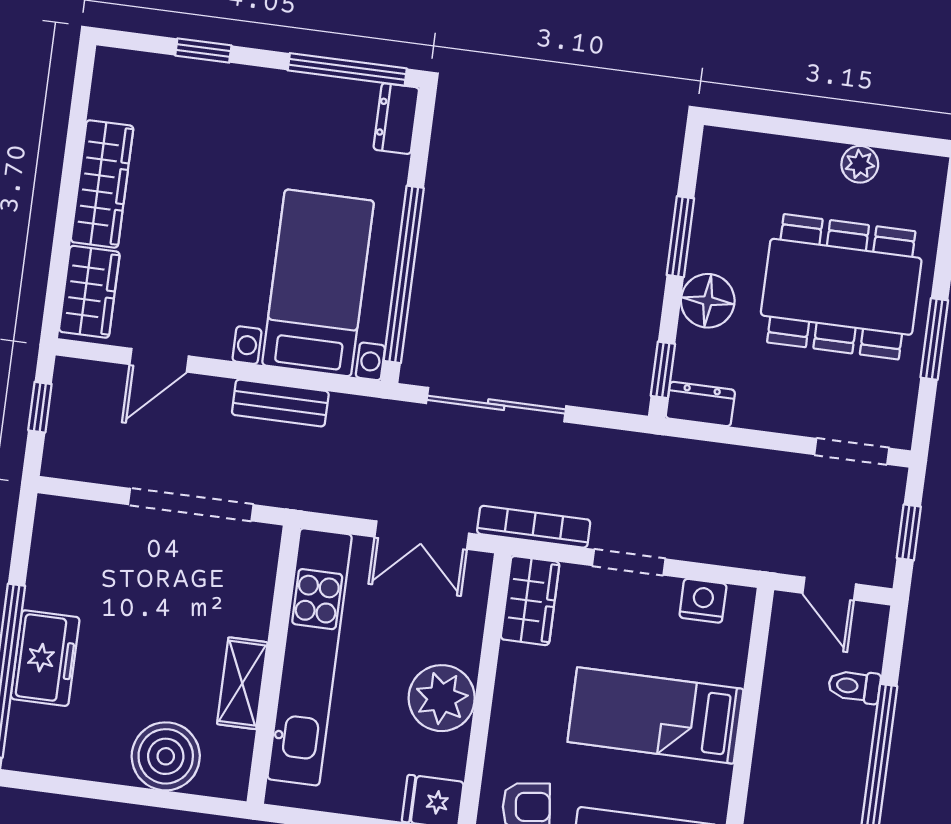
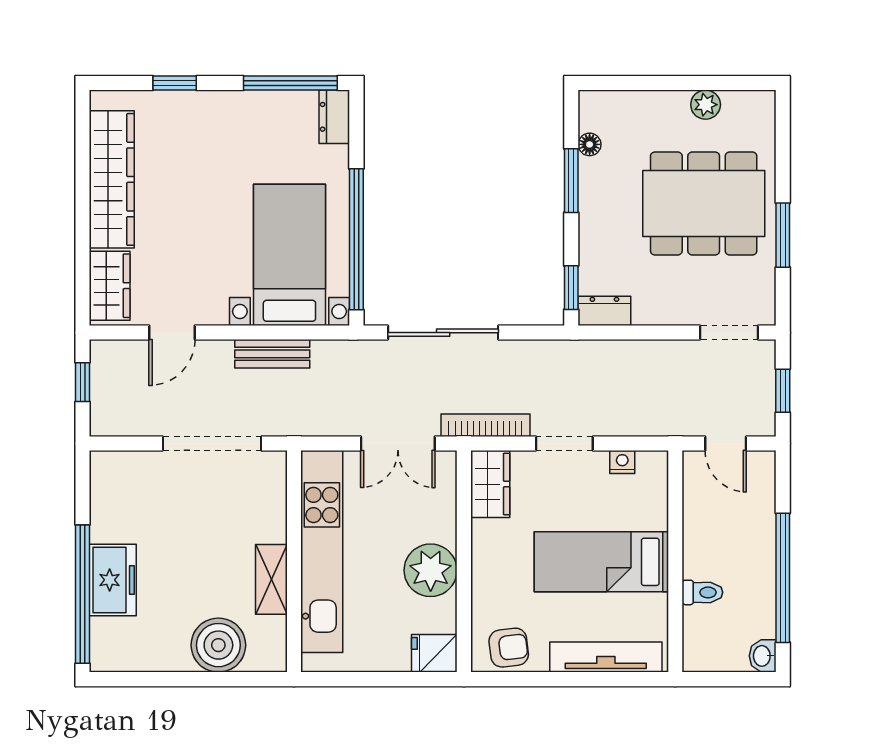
wardrobe: (102, 184) -> (112, 179), width x1.40, depth x1.17
floor lamp: (708, 301) -> (590, 144), moved, width x0.53, depth x0.53
nightstand: (703, 601) -> (622, 462), width x0.72, depth x0.74
toilet: (854, 686) -> (702, 592), moved, turned 180

